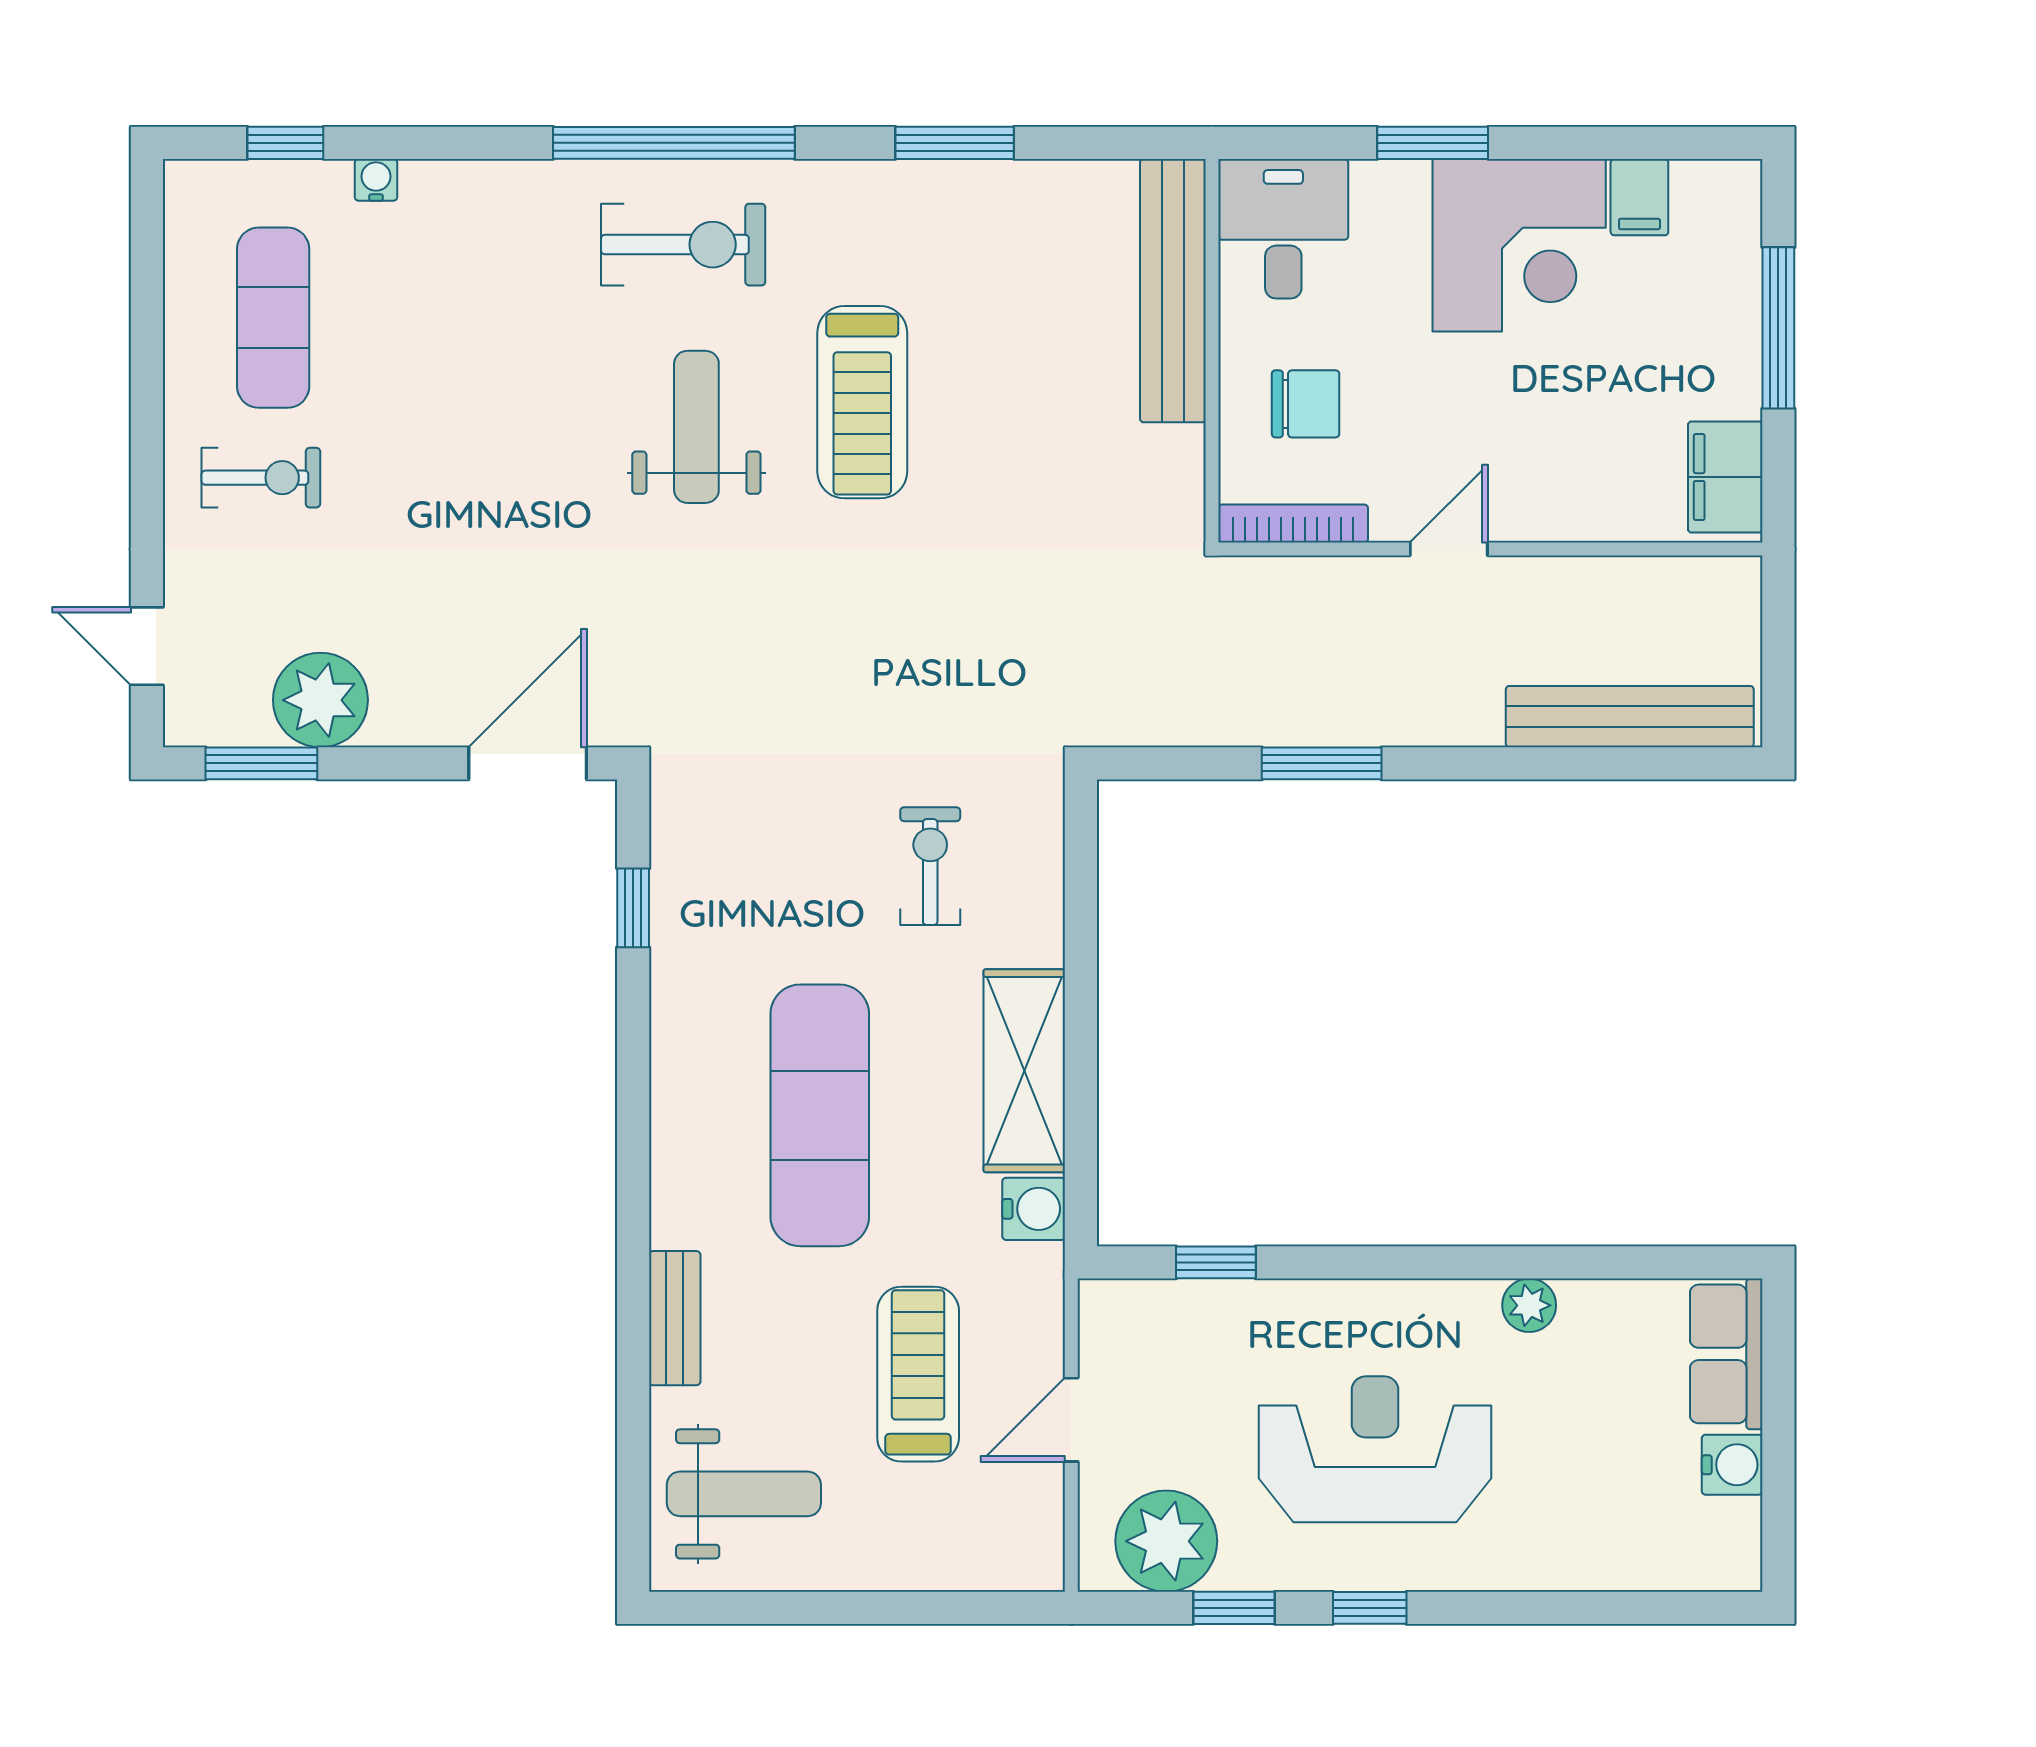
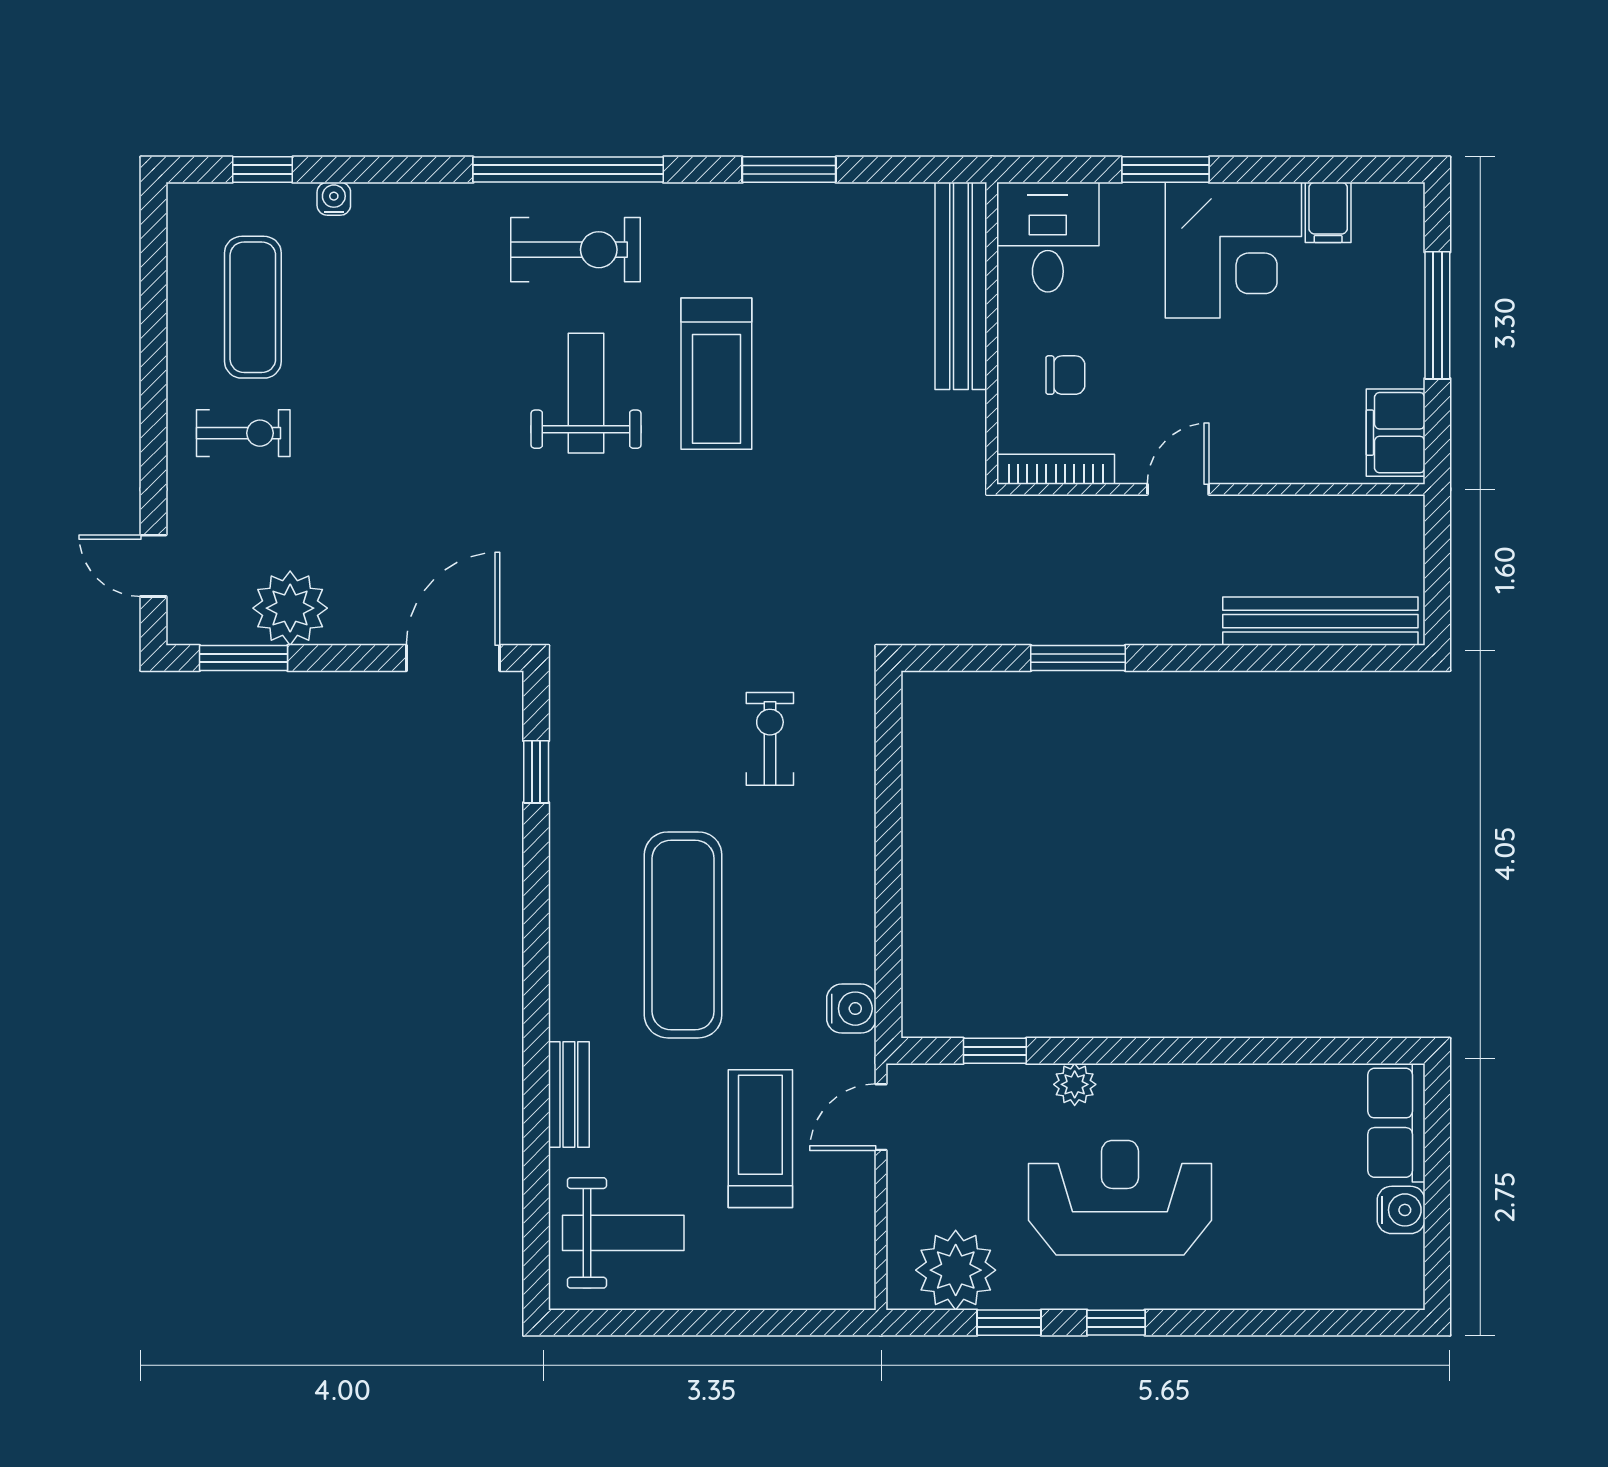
chair: (1306, 404) -> (1065, 375), width x0.73, depth x0.73
shelving: (1024, 1071) -> (844, 900), removed
plant: (1529, 1305) -> (1075, 1084), moved
door: (1071, 1420) -> (881, 1117), moved

